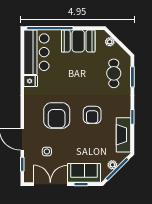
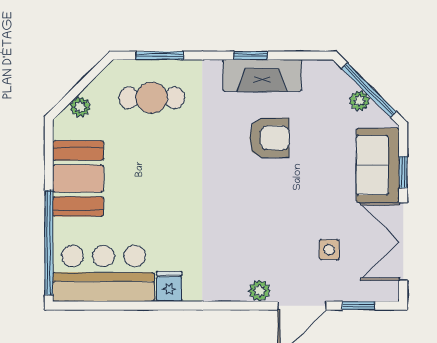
armchair: (92, 115) -> (269, 138), moved
armchair: (57, 116) -> (247, 227), removed
plant: (29, 121) -> (259, 291), added
fireplace: (124, 135) -> (262, 75), moved

